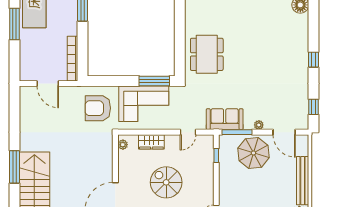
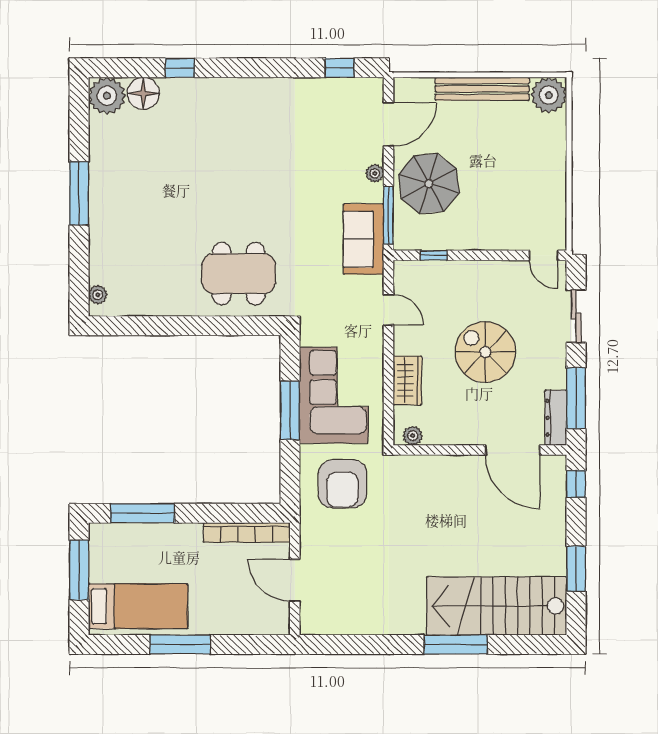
window: (313, 60) -> (180, 68), moved
window: (154, 81) -> (290, 410), moved
door: (48, 83) -> (295, 580), swing flipped
spiral stairs: (166, 182) -> (485, 352), turned 90

